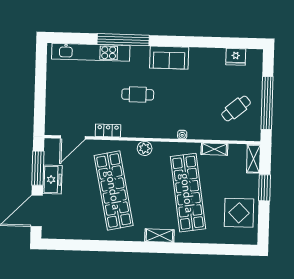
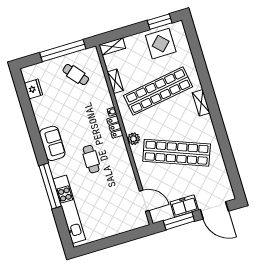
locker: (108, 131) -> (115, 127), moved
window: (264, 188) -> (160, 22), moved
shop shelf: (114, 190) -> (177, 153), turned 33

